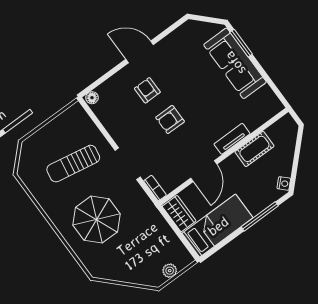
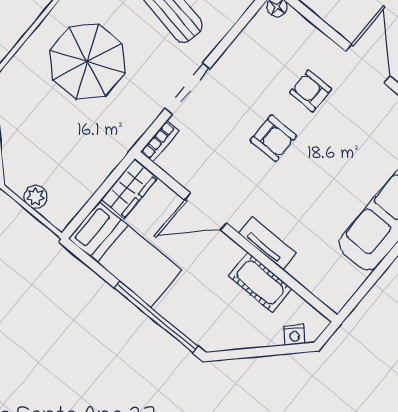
armchair: (147, 90) -> (310, 91), turned -90
armchair: (170, 119) -> (273, 138), turned 180
nightstand: (284, 183) -> (295, 335), moved
window: (260, 216) -> (156, 317), width x1.46

